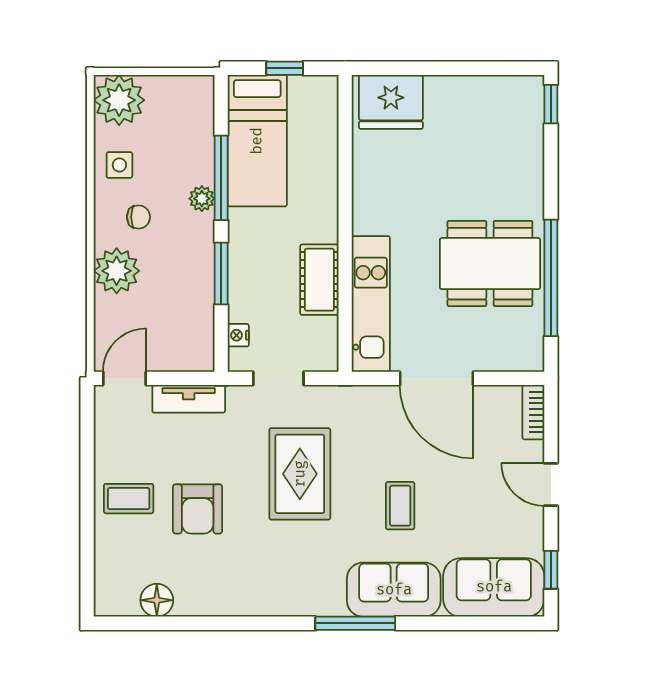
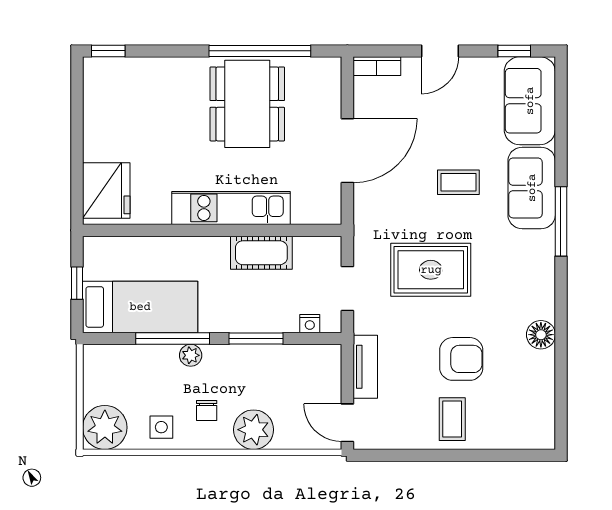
chair: (138, 217) -> (207, 411), turned 180
kitchen unit: (371, 304) -> (231, 208), moved
floor lamp: (157, 600) -> (541, 335), moved

